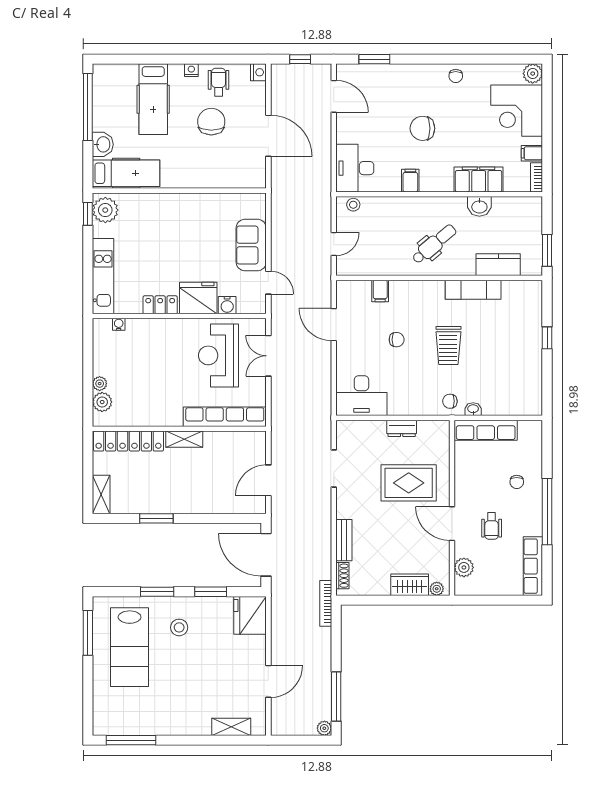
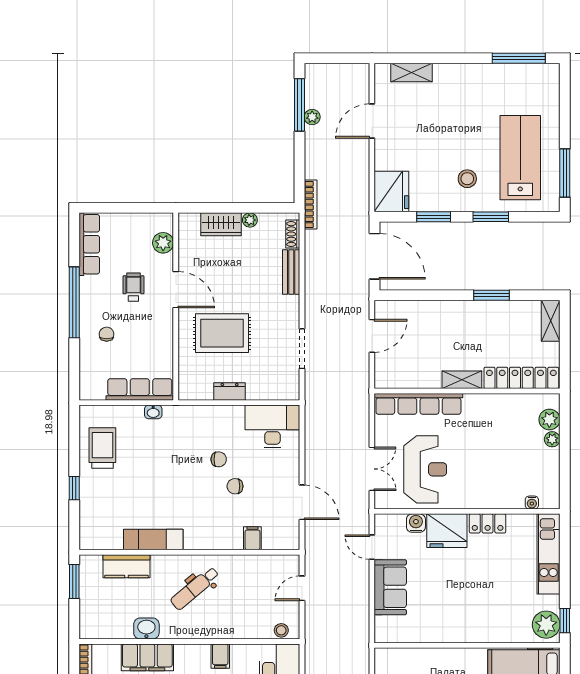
trolley: (448, 346) -> (102, 448), moved
chair: (450, 401) -> (219, 459), moved
plant: (437, 589) -> (250, 220), moved
plant: (324, 728) -> (312, 117), moved

